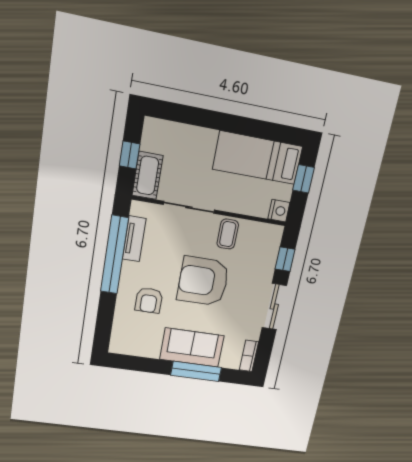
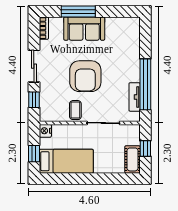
cot: (148, 175) -> (133, 159), moved
armchair: (203, 281) -> (85, 76), turned 90
armchair: (149, 300) -> (119, 58), removed

